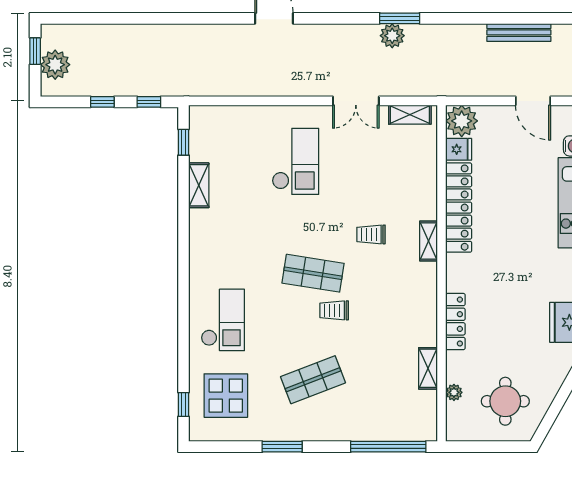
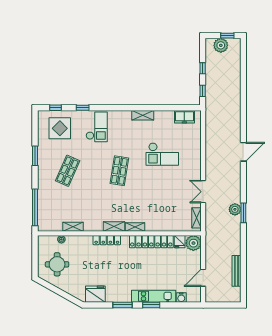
freezer: (202, 139) -> (184, 117), added
window: (183, 142) -> (83, 108), moved
checkout: (295, 161) -> (162, 154), moved
shelving: (199, 185) -> (143, 115), moved
trolley: (371, 234) -> (138, 199), removed
shelving: (428, 284) -> (114, 226), added
trolley: (334, 310) -> (101, 181), removed
checkout: (223, 320) -> (97, 127), turned -90
locker: (455, 322) -> (107, 240), moved
shop shelf: (313, 380) -> (68, 171), turned 45

